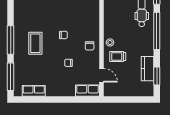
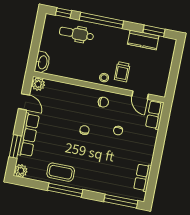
window: (11, 40) -> (65, 190), moved
coffee table: (35, 43) -> (61, 172), moved
door: (101, 75) -> (140, 95), swing flipped

